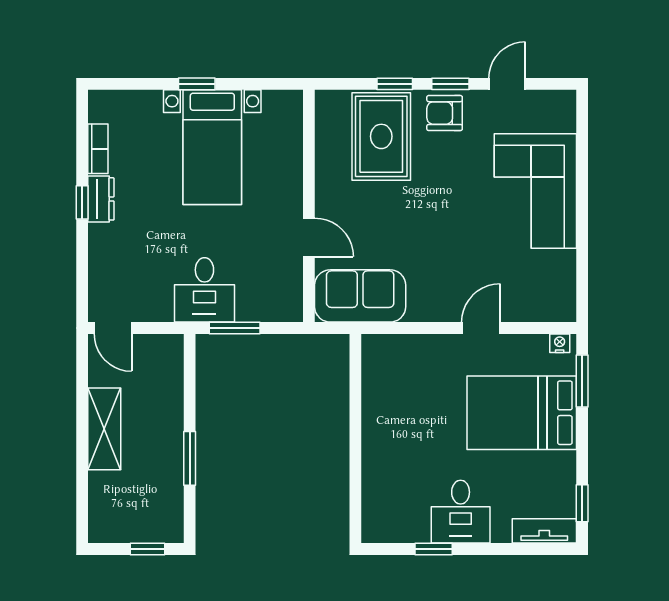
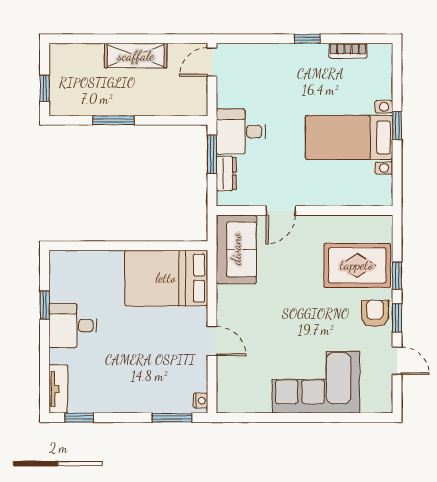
dresser: (101, 199) -> (226, 173), moved, turned -90
bed: (522, 413) -> (166, 278), moved, turned -90

